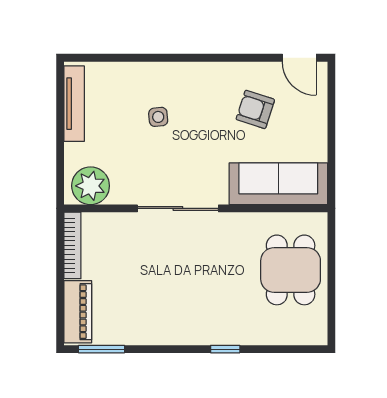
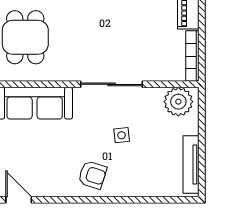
armchair: (255, 109) -> (92, 175), moved
side table: (158, 117) -> (122, 135), moved

